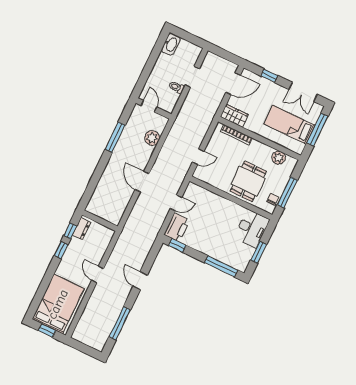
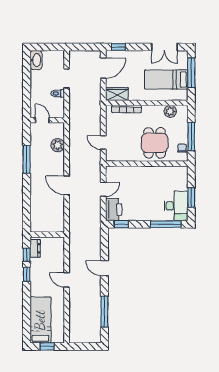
window: (269, 76) -> (118, 47), moved
door: (198, 157) -> (103, 142), swing flipped
desk: (252, 229) -> (176, 206), moved
bed: (58, 304) -> (40, 320), width x0.67

